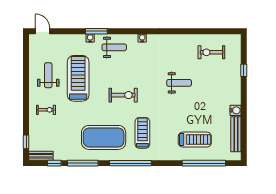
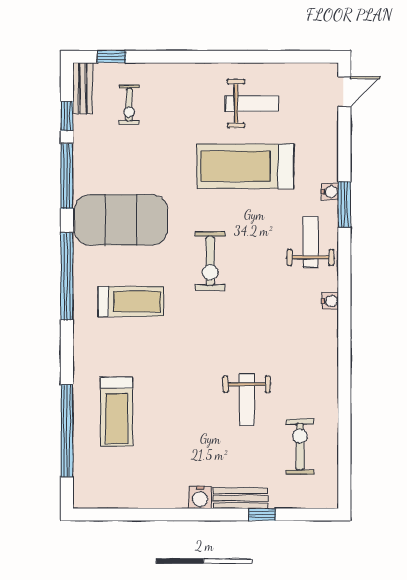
weight bench: (114, 47) -> (310, 242), turned 180
treadmill: (78, 78) -> (245, 166), turned 180
weight bench: (179, 83) -> (247, 400), moved
exercise bike: (46, 110) -> (129, 105), moved
water cooler: (236, 110) -> (200, 497), moved
bench: (236, 134) -> (240, 498), moved, width x0.73
exercise mat: (104, 137) -> (121, 220), turned 90

